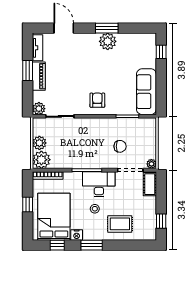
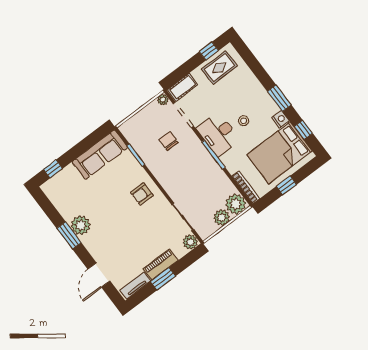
rug: (120, 224) -> (219, 68), moved, turned 90

